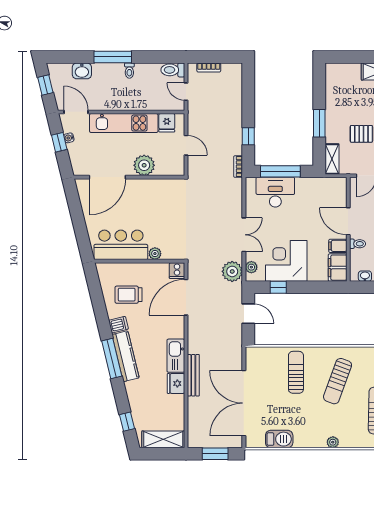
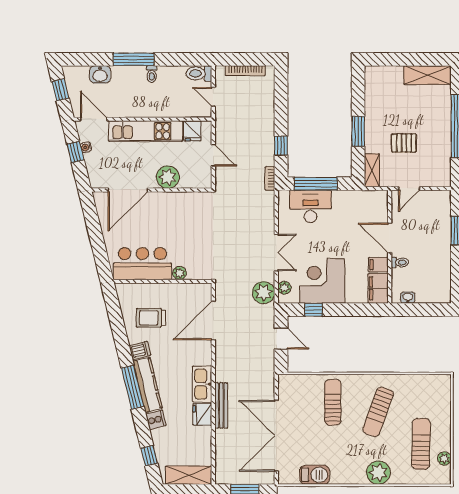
bookcase: (209, 67) -> (245, 71), width x1.56
cooker: (177, 271) -> (156, 420), moved, turned -104
plant: (333, 442) -> (378, 473), width x1.87, depth x1.87

